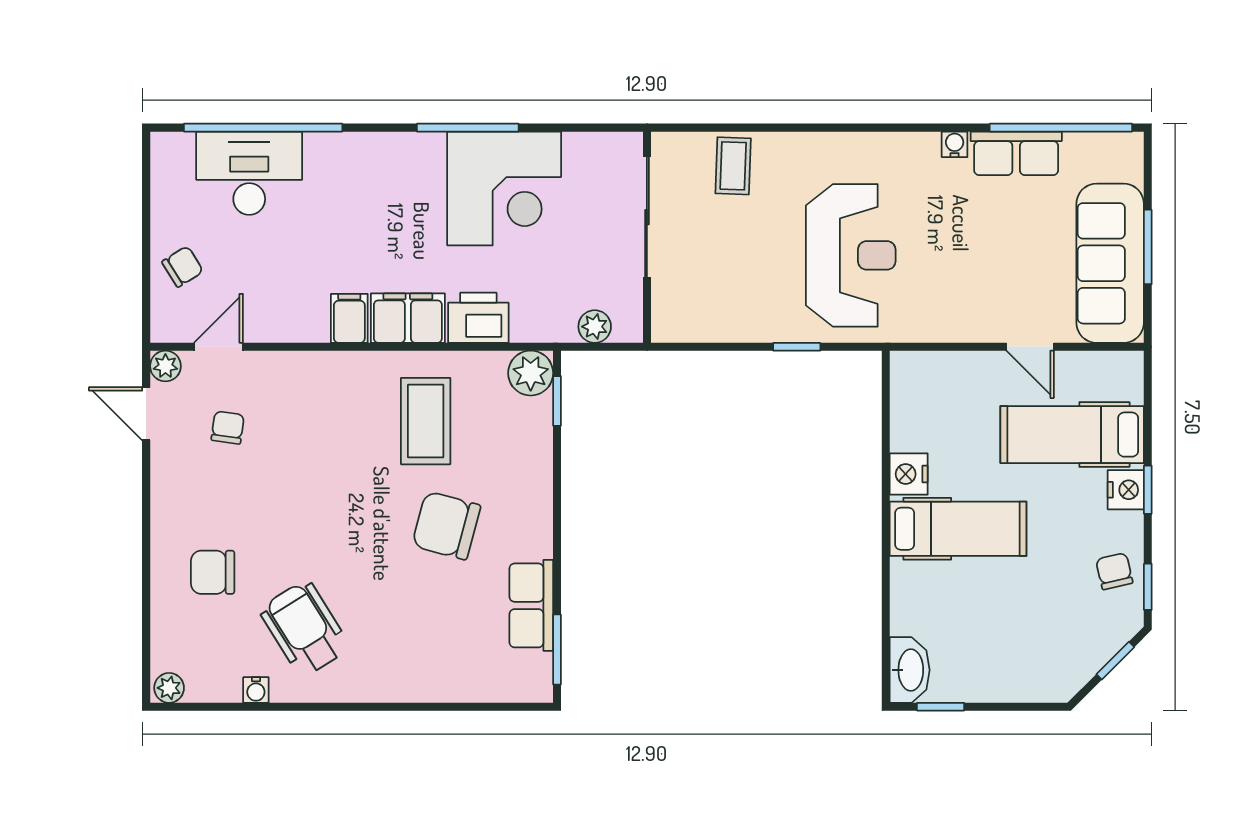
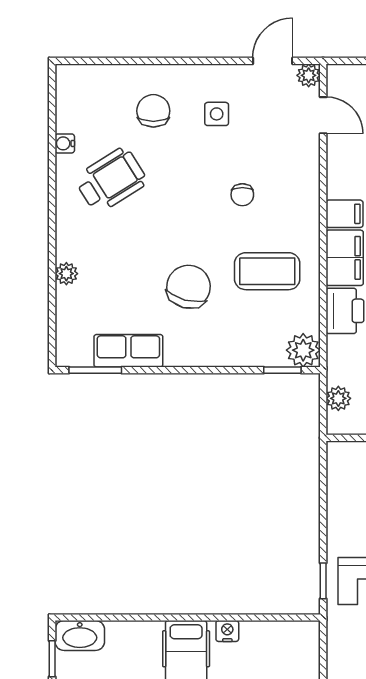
window: (797, 347) -> (323, 581), moved
chair: (228, 428) -> (242, 195), moved, turned 82
nightstand: (909, 474) -> (227, 631), width x0.72, depth x0.74
side table: (217, 488) -> (217, 114), added
plant: (169, 688) -> (66, 274), moved

